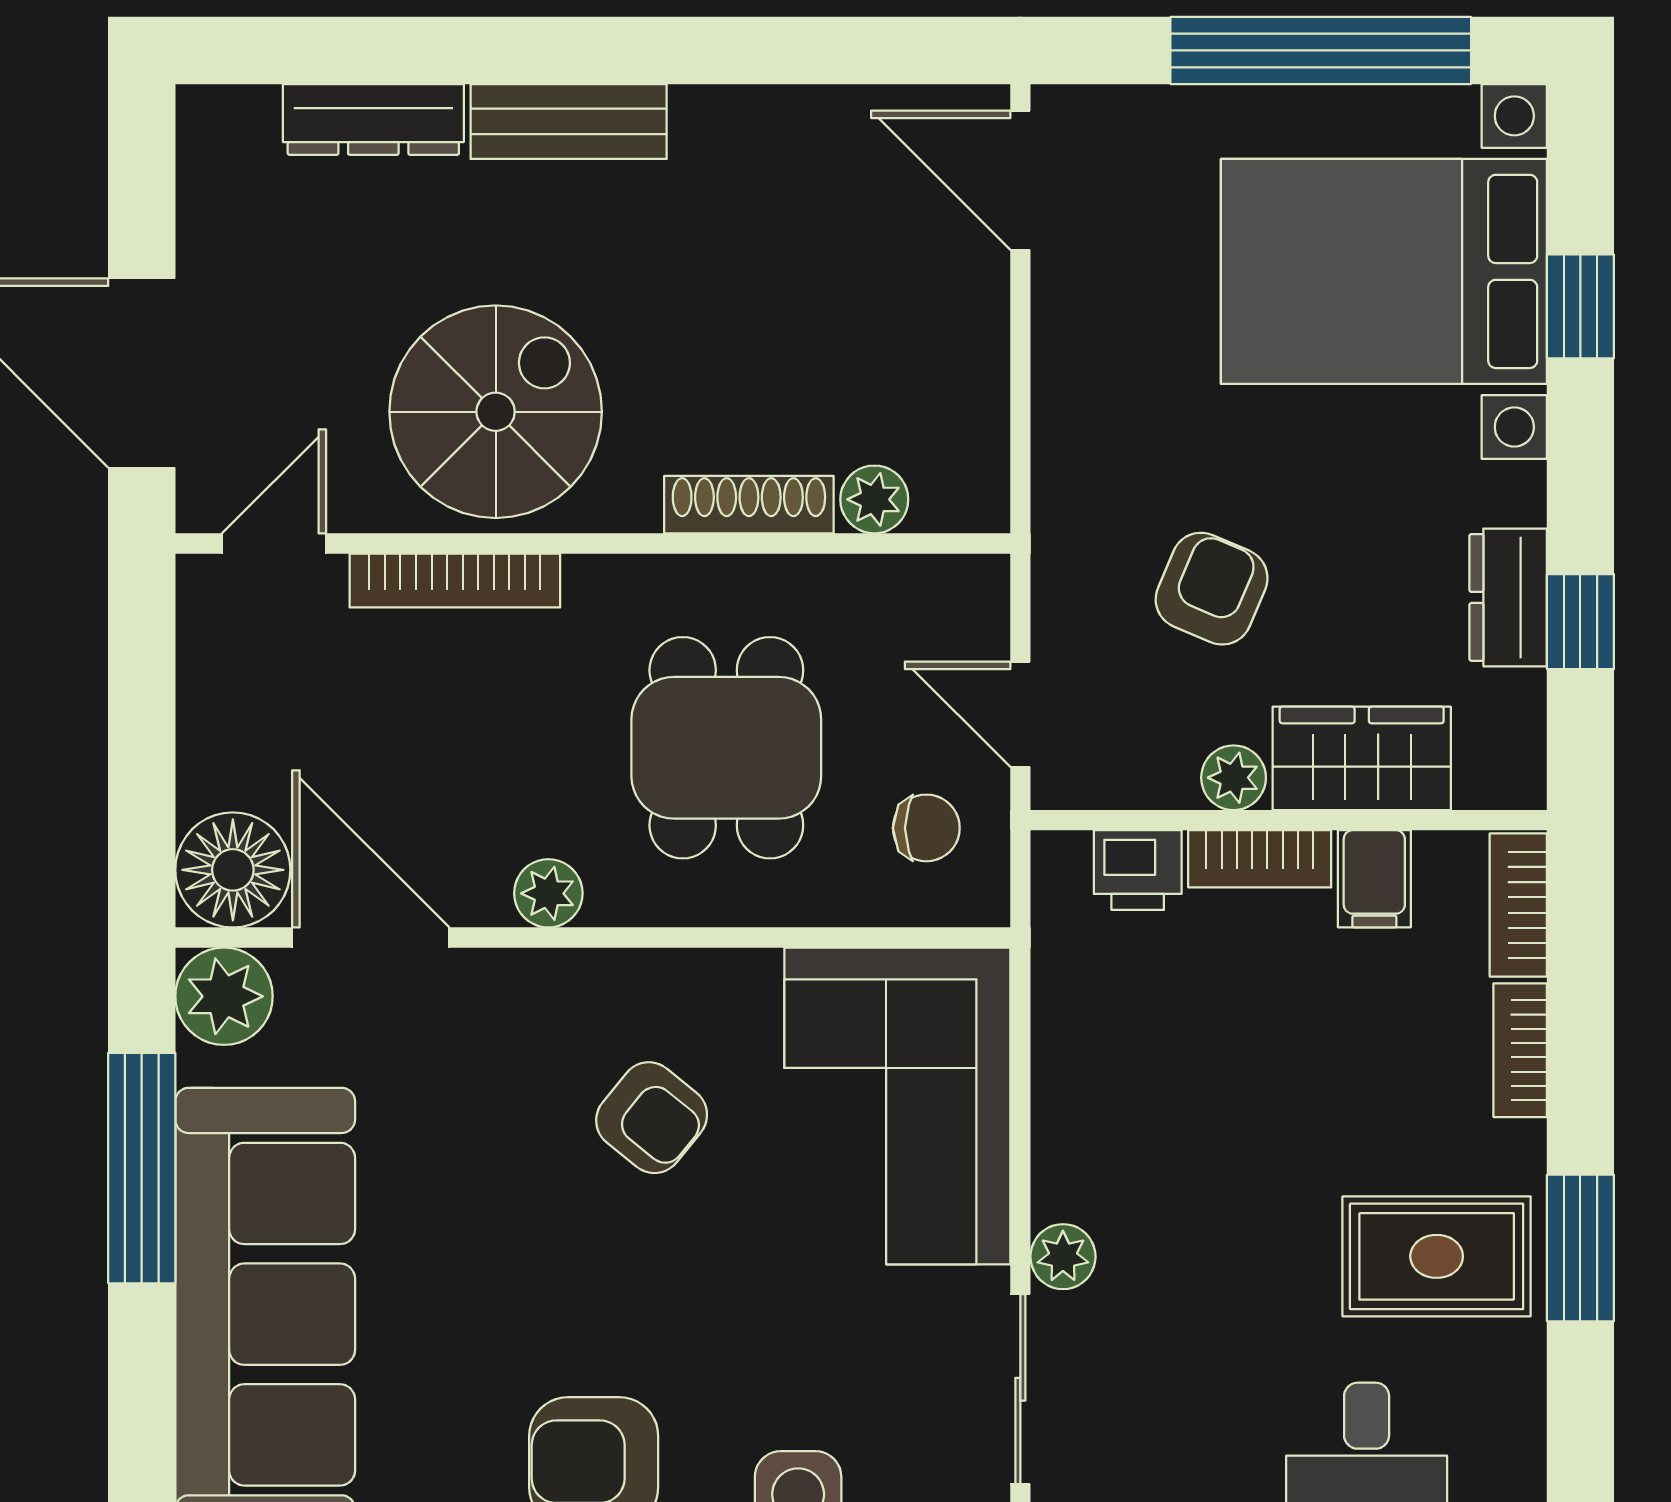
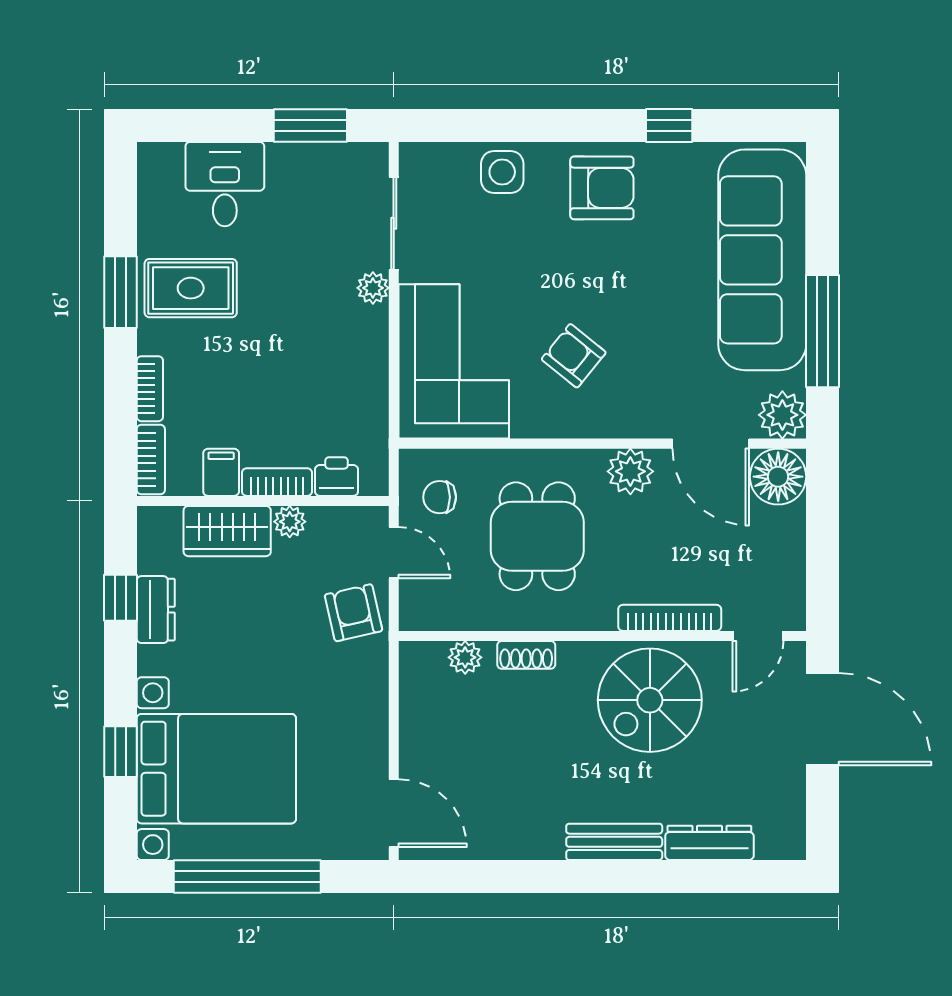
shoe rack: (749, 505) -> (526, 655), width x0.70
armchair: (1212, 589) -> (354, 613), moved, turned 144
plant: (548, 893) -> (630, 471), width x1.38, depth x1.38

